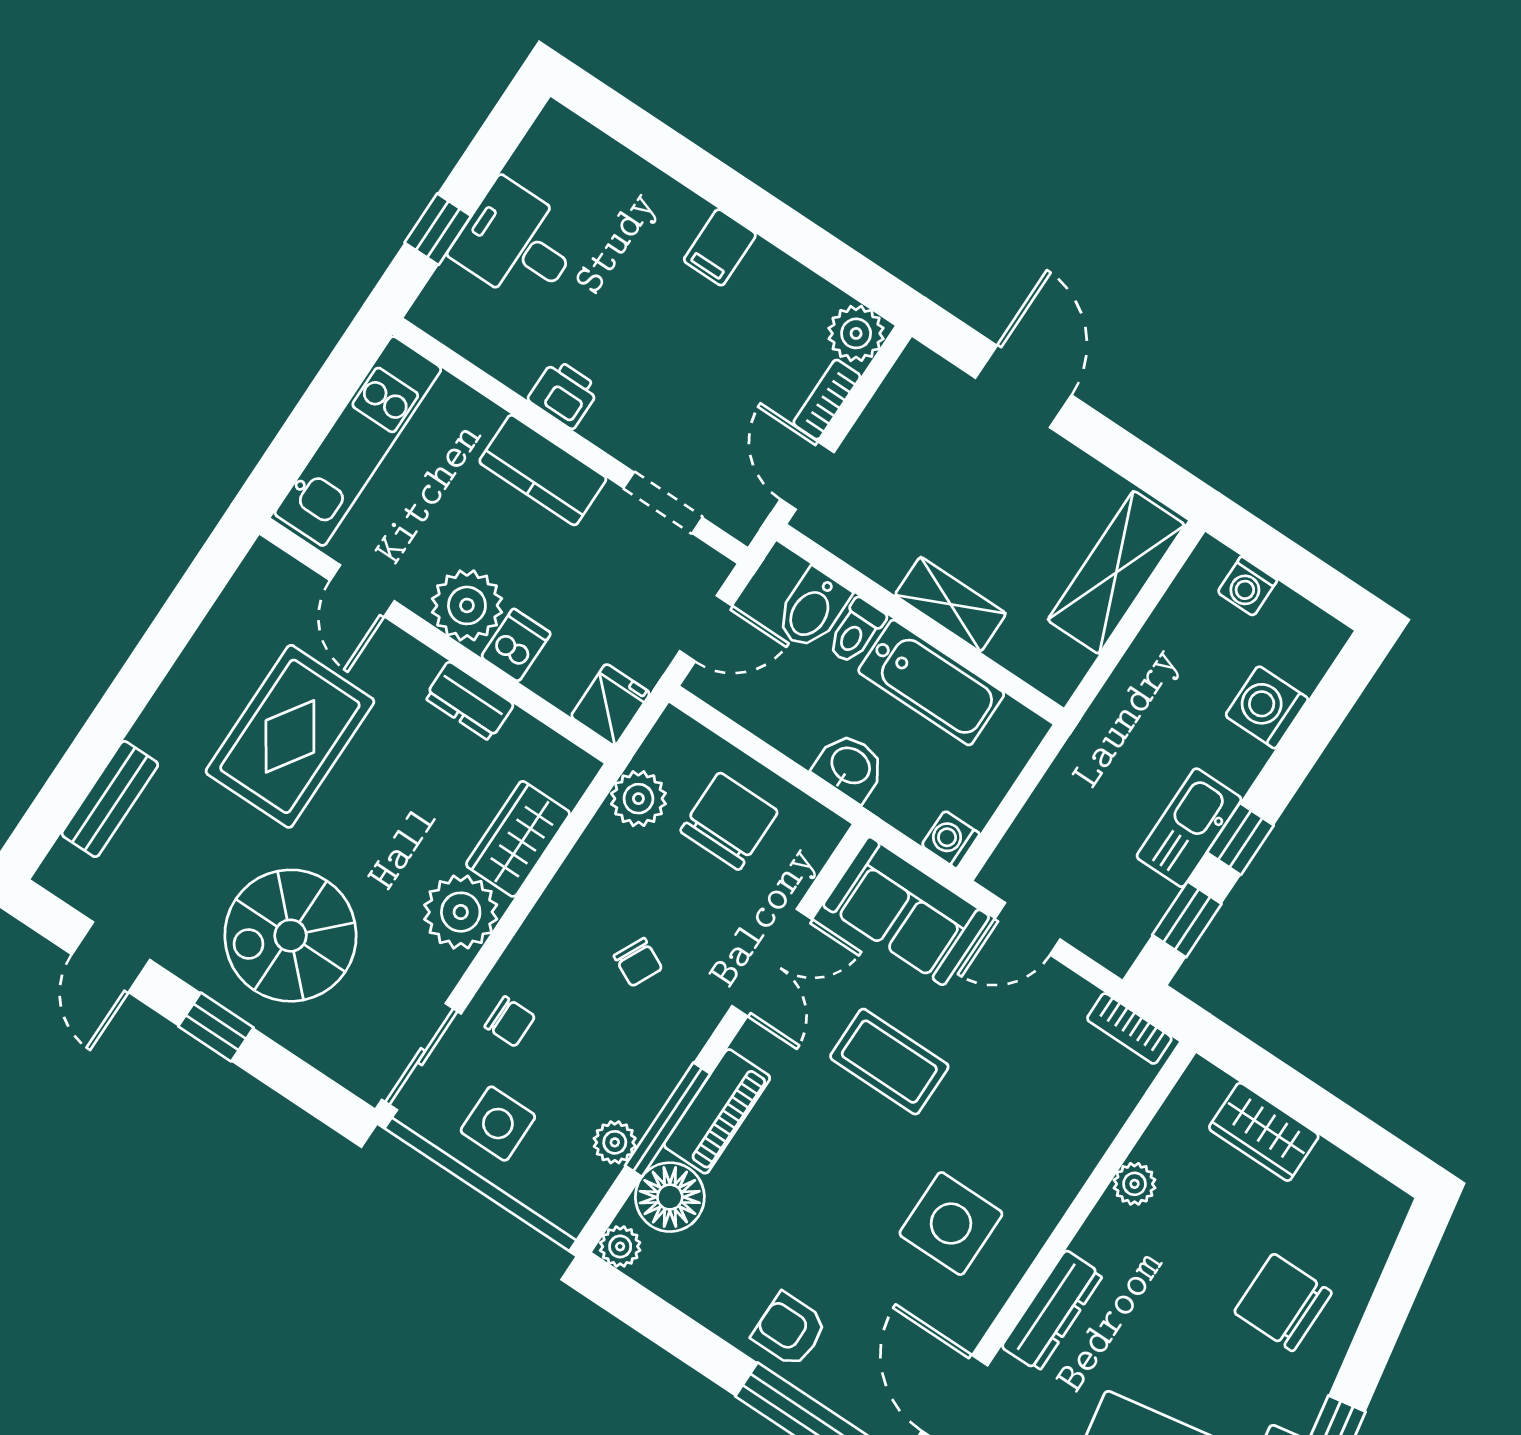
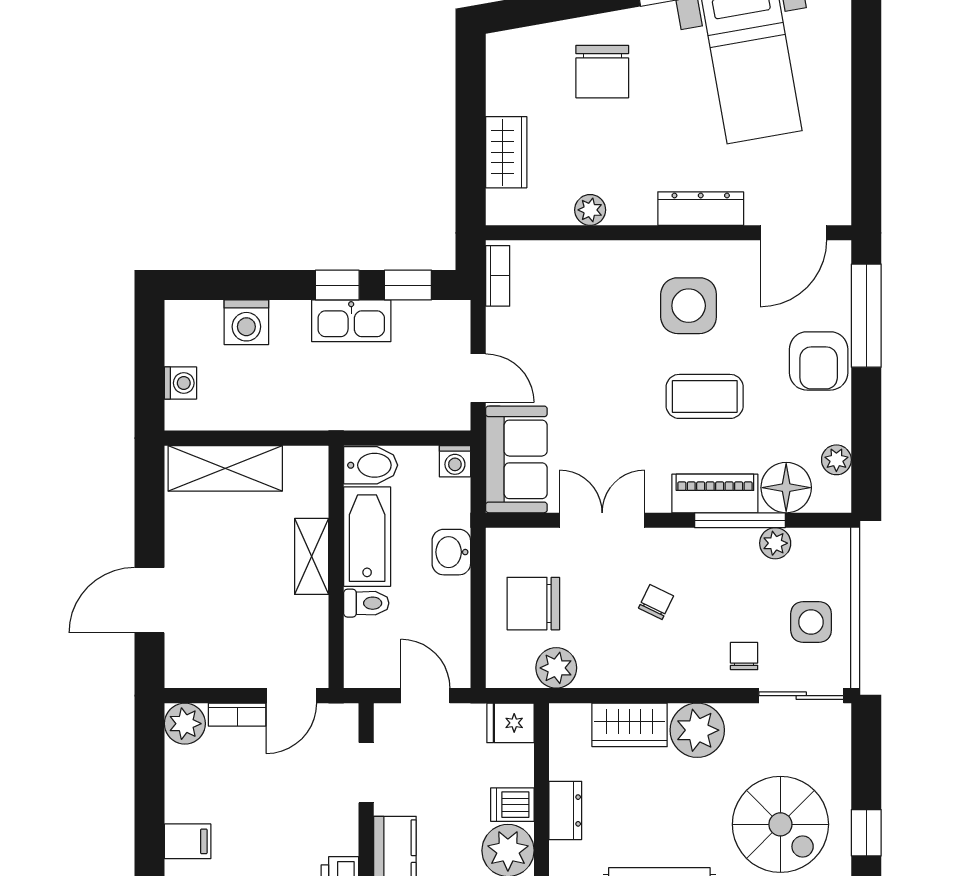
bidet: (812, 609) -> (371, 465), moved
coffee table: (889, 1062) -> (705, 396), moved, turned 90
plant: (620, 1246) -> (836, 460), moved
armchair: (790, 1330) -> (819, 361), width x1.38, depth x1.38

